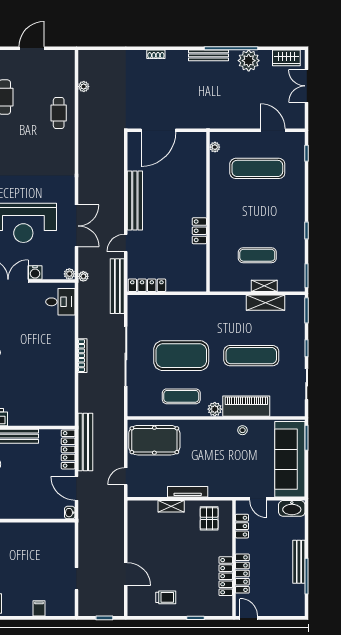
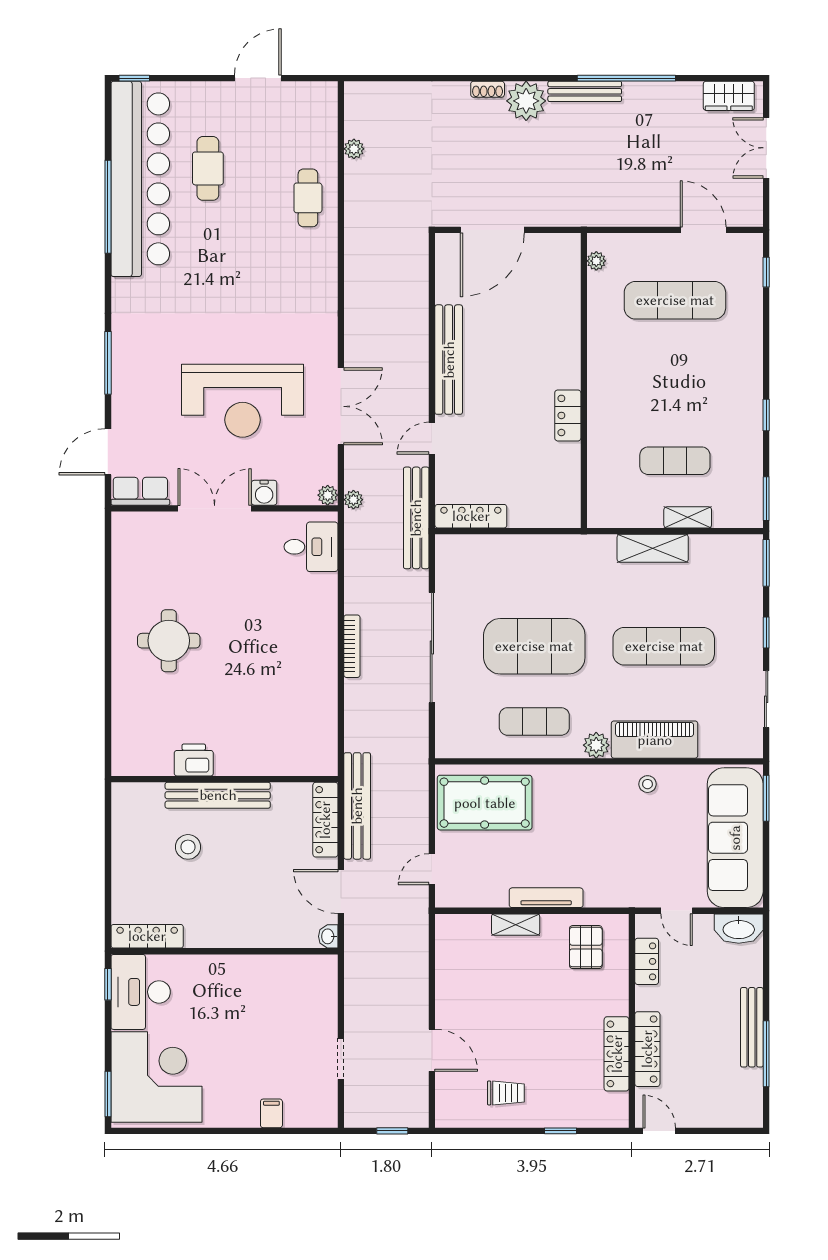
plant: (249, 61) -> (526, 101), moved
shelving: (266, 303) -> (653, 548), moved

